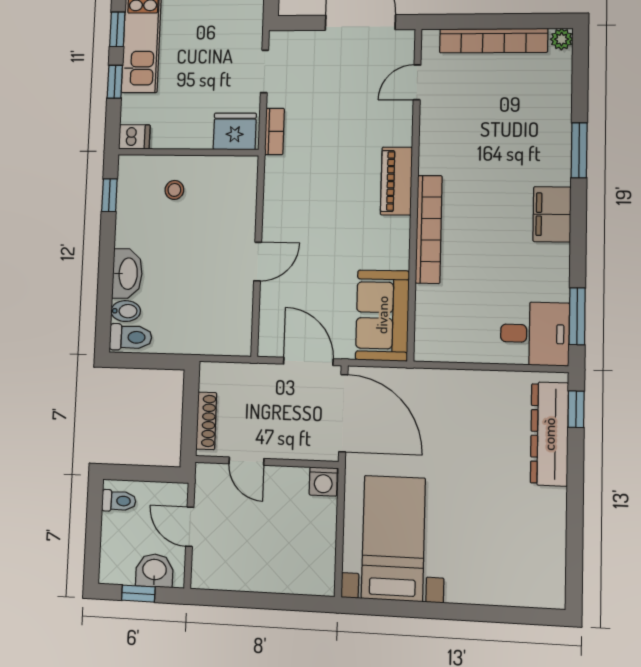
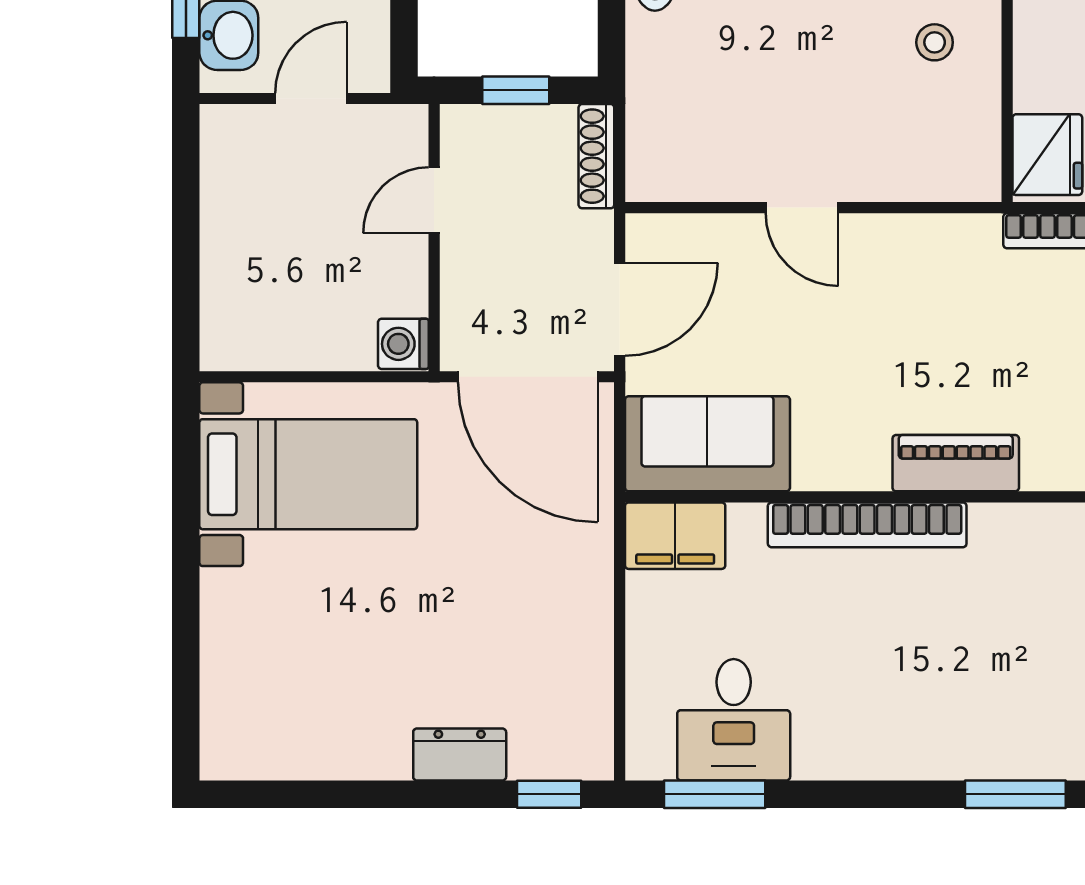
filing cabinet: (552, 214) -> (675, 536), moved, turned 180
desk: (535, 334) -> (734, 720), moved
door: (343, 413) -> (528, 377), hinge flipped
window: (190, 414) -> (516, 90), added
shoe rack: (206, 421) -> (596, 156), moved, turned 90
dresser: (549, 434) -> (460, 755), width x0.51, depth x0.80

